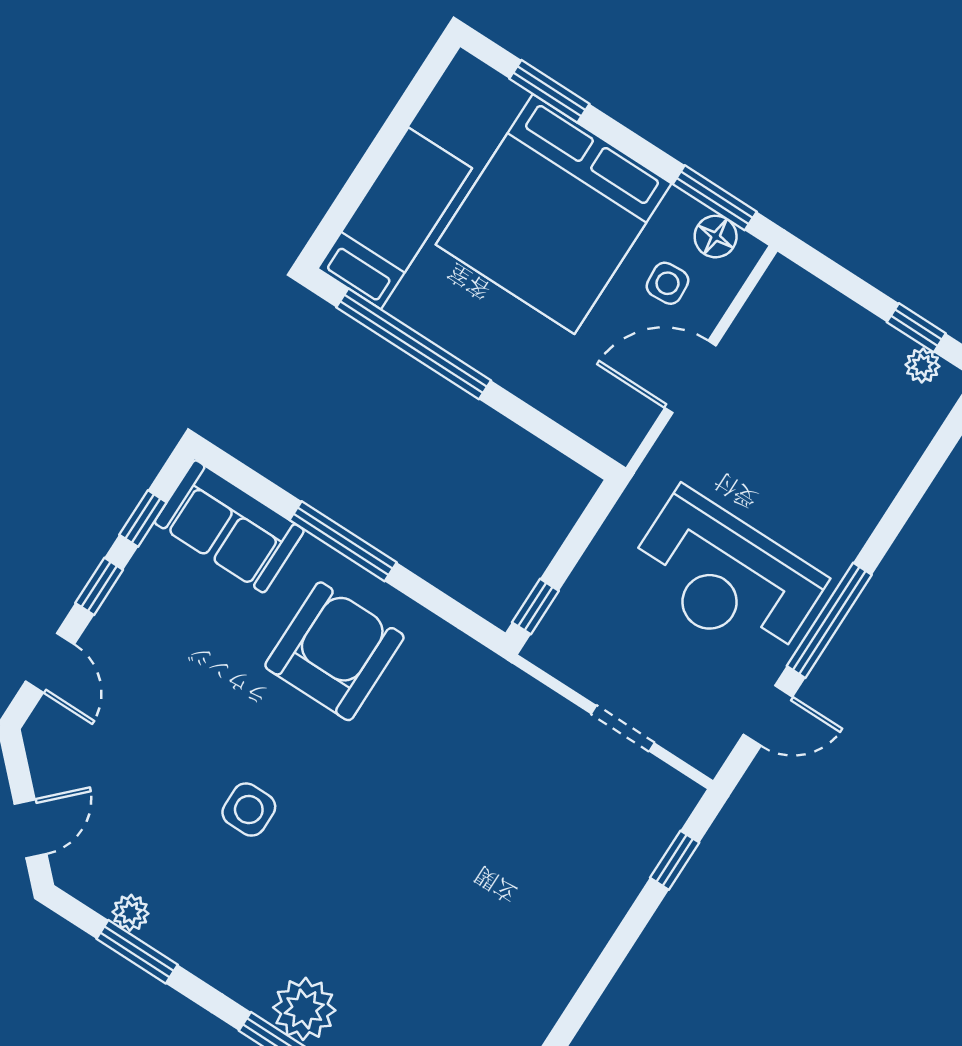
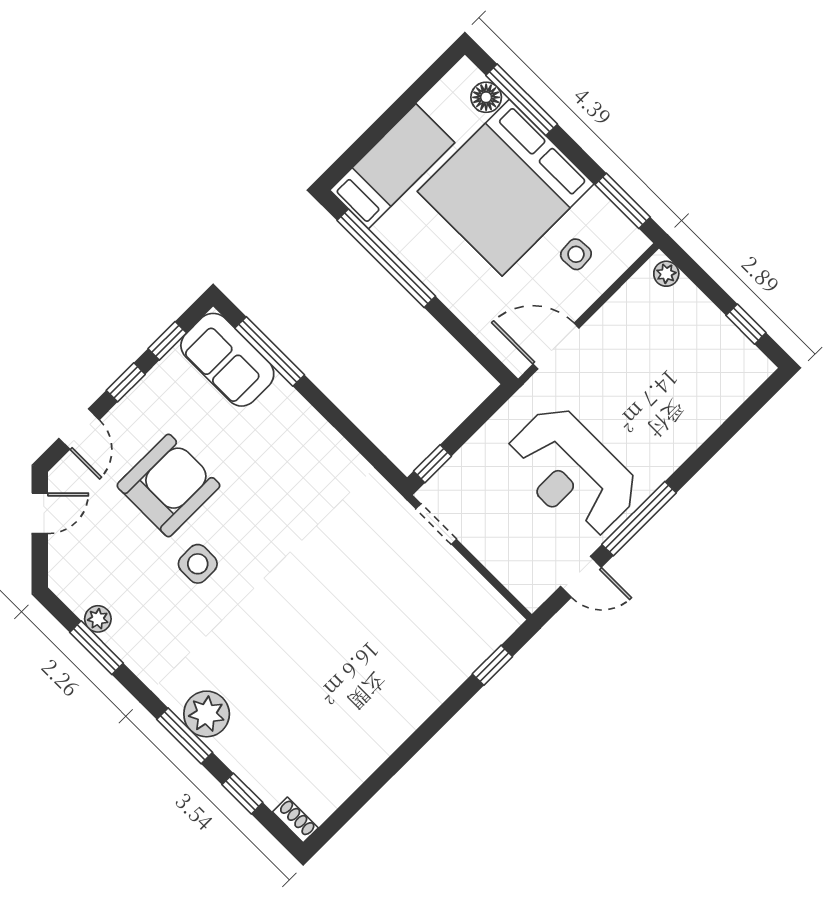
window: (549, 91) -> (522, 100), width x1.44
floor lamp: (716, 237) -> (486, 97), moved
plant: (922, 365) -> (666, 274), moved
door: (690, 377) -> (556, 346), moved
window: (343, 541) -> (270, 351), moved
armchair: (334, 651) -> (168, 486), moved
doorway: (623, 728) -> (436, 524), moved
door: (31, 829) -> (40, 513), moved

